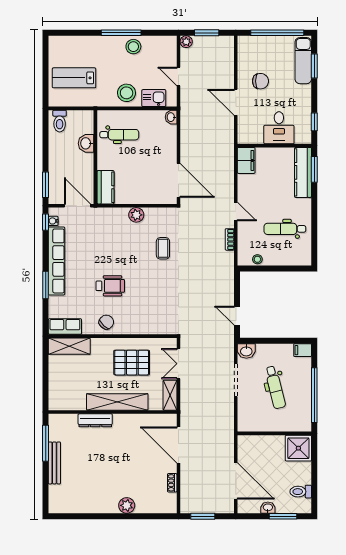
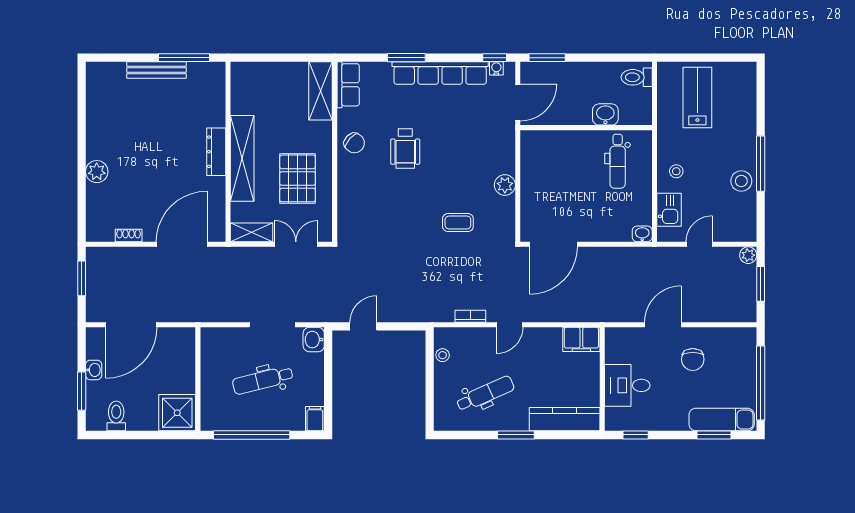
stool: (127, 93) -> (676, 171), width x0.53, depth x0.53
window: (314, 169) -> (516, 435), moved
kitchen counter: (106, 187) -> (544, 142), removed
dental chair: (285, 229) -> (485, 394), turned 66
dresser: (95, 420) -> (216, 152), moved

